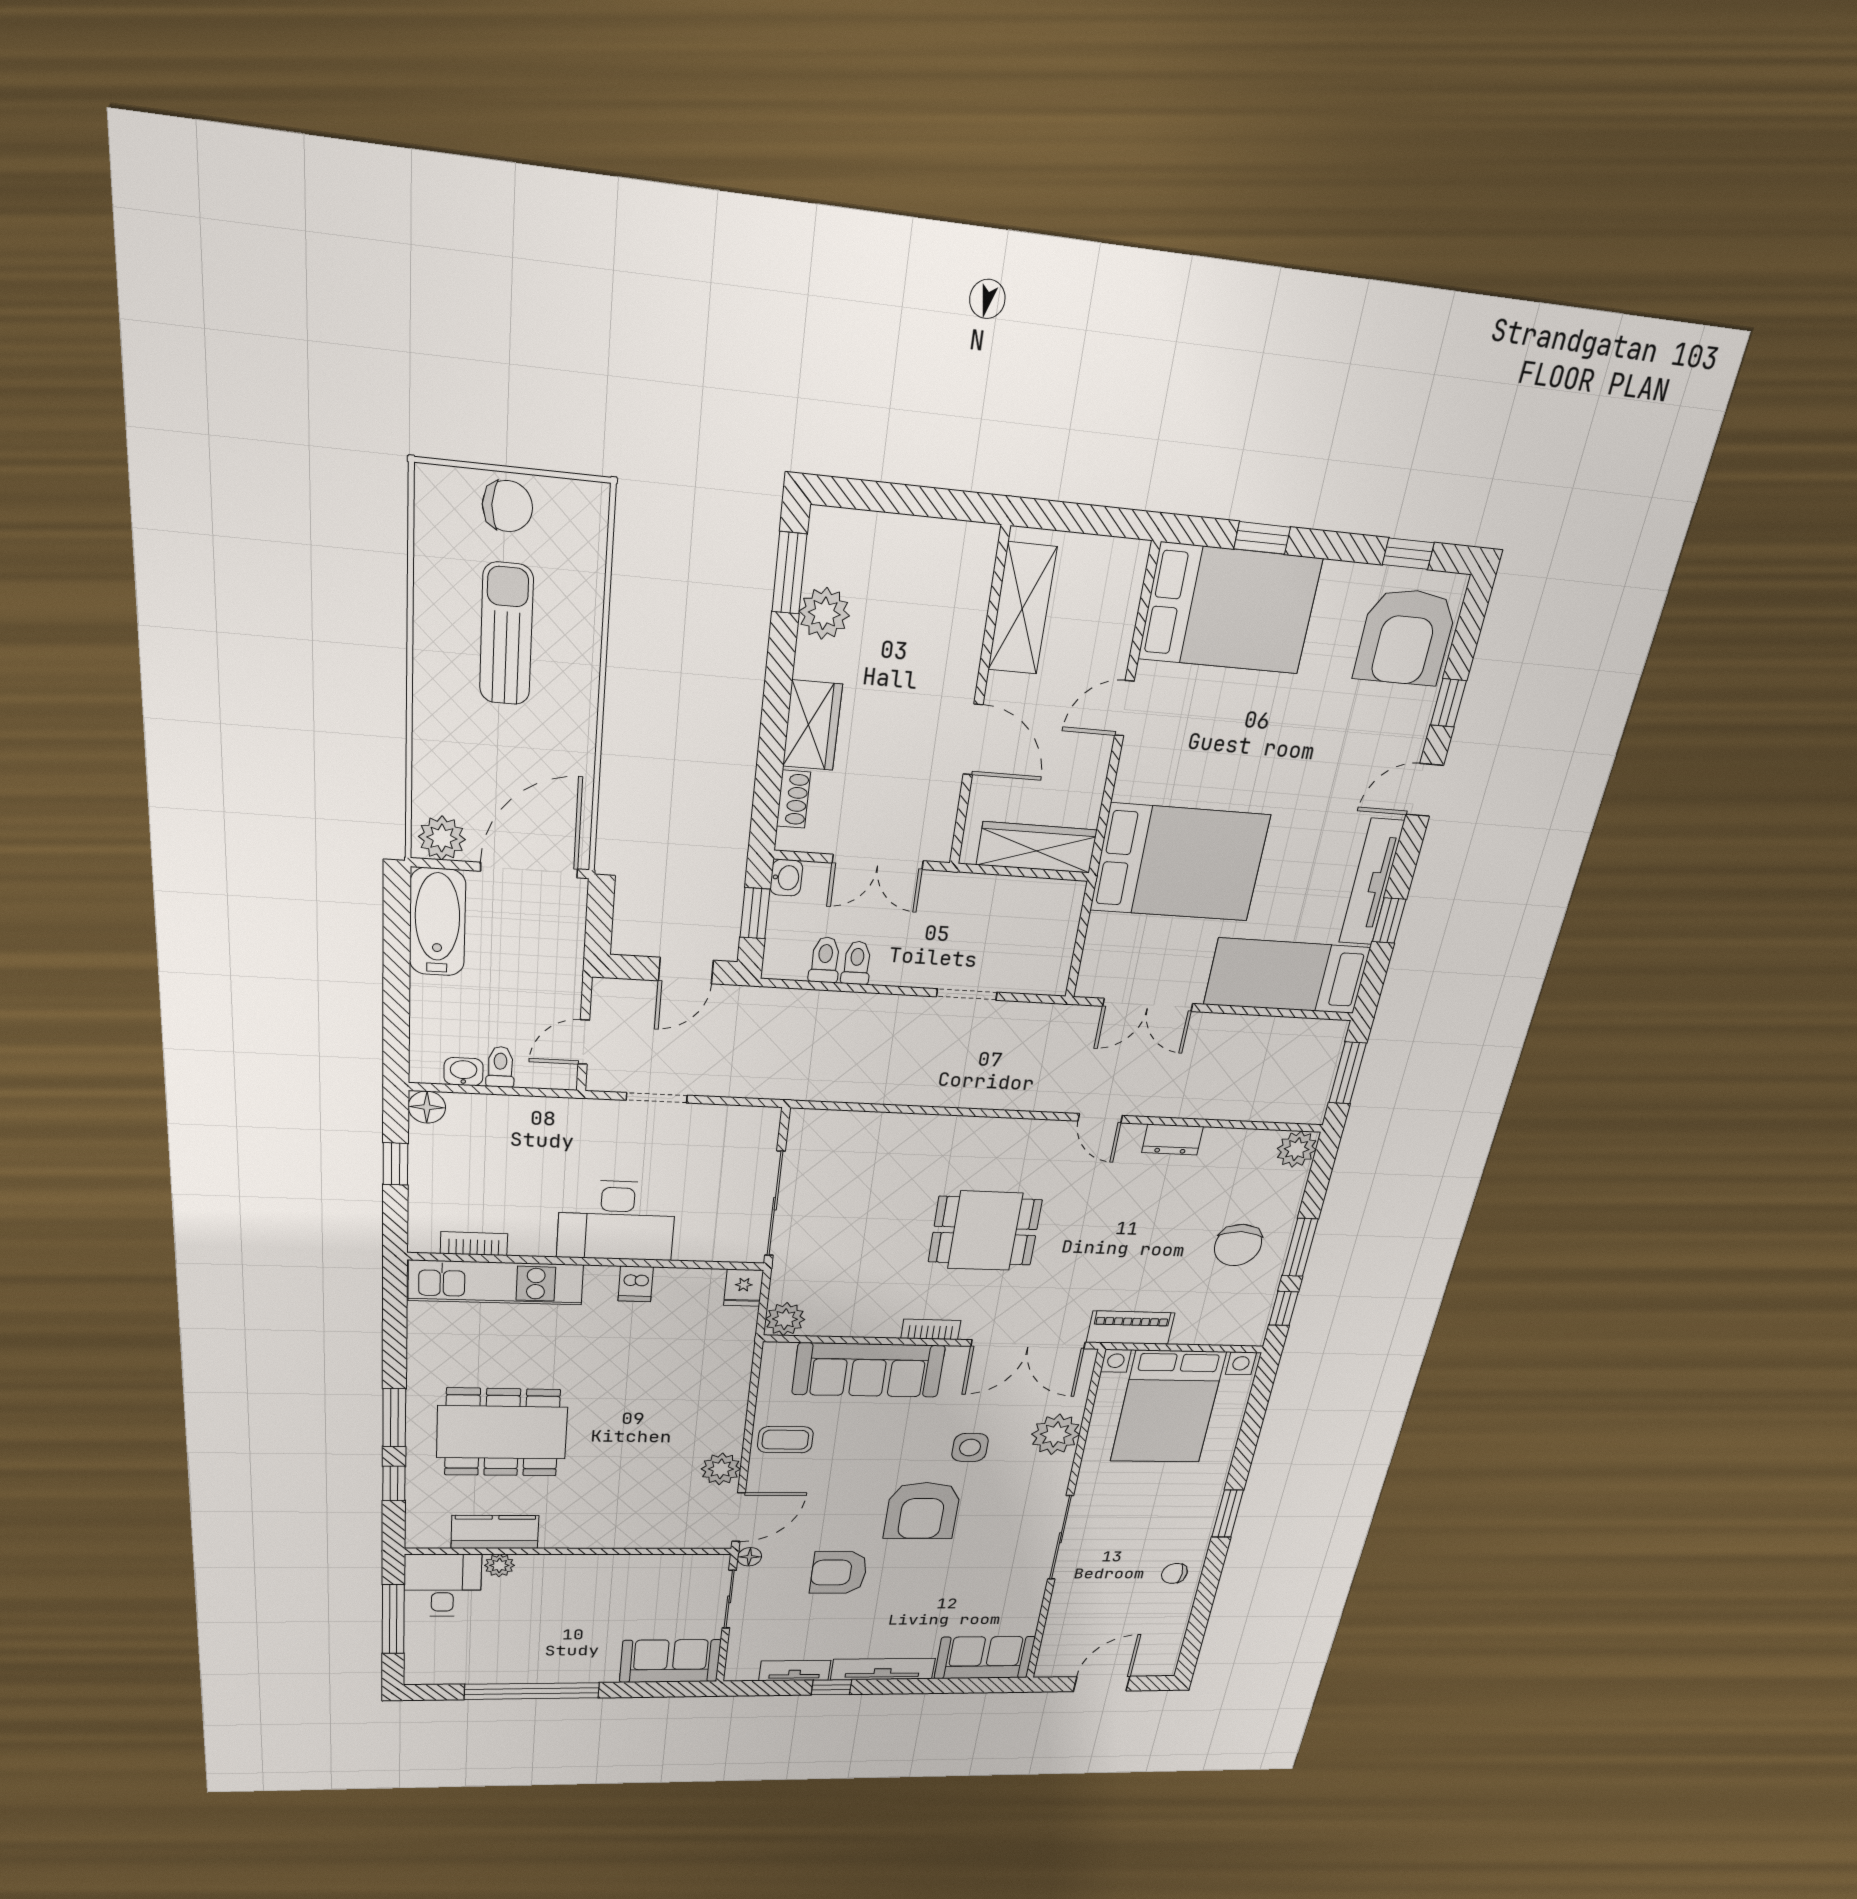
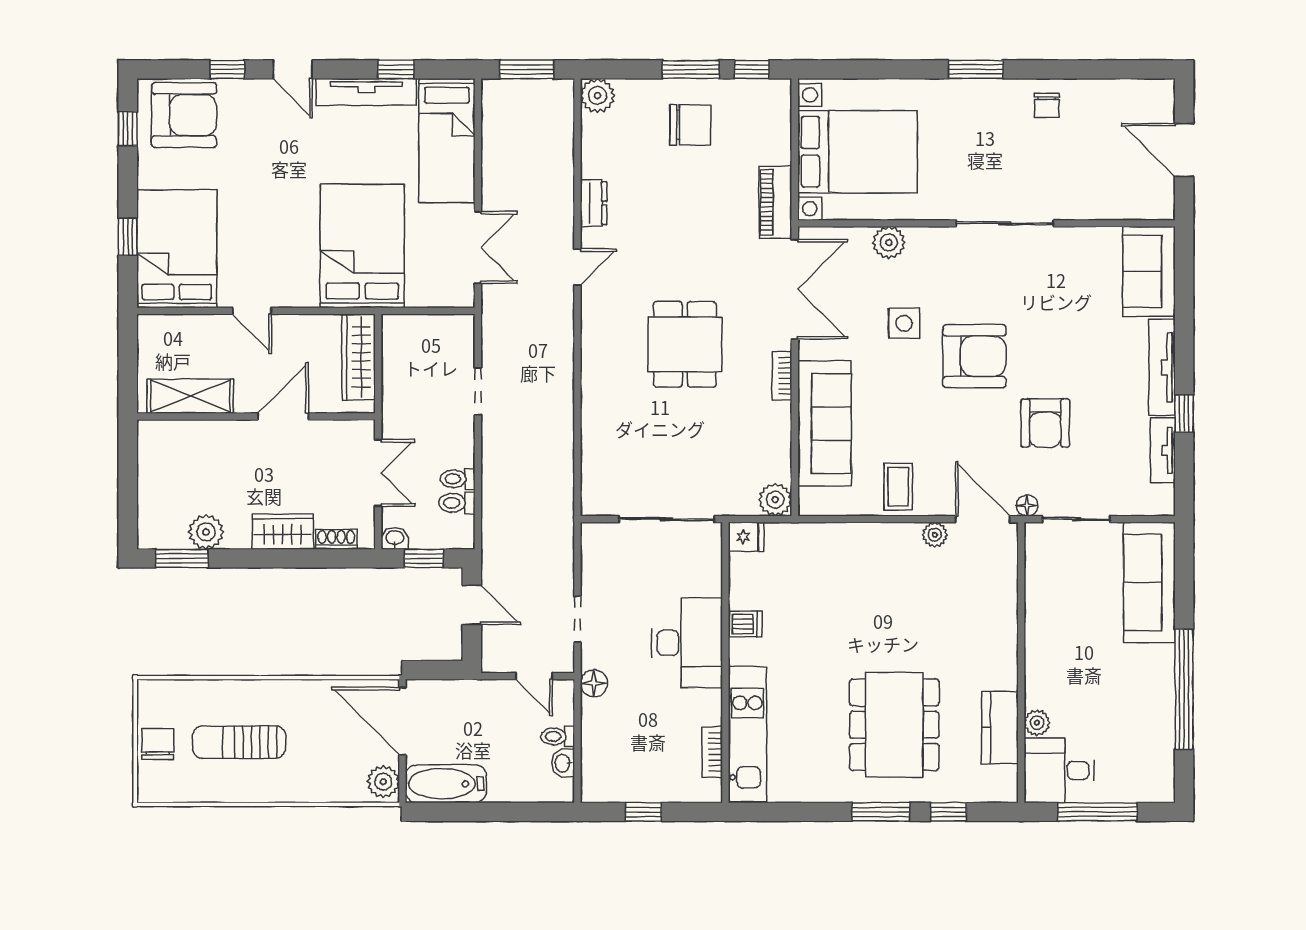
floor lamp: (427, 1107) -> (594, 683), moved
plant: (1056, 1434) -> (889, 243), width x0.73, depth x0.73
plant: (721, 1469) -> (935, 535), width x0.73, depth x0.73
sofa: (670, 1661) -> (1149, 583), width x1.36

